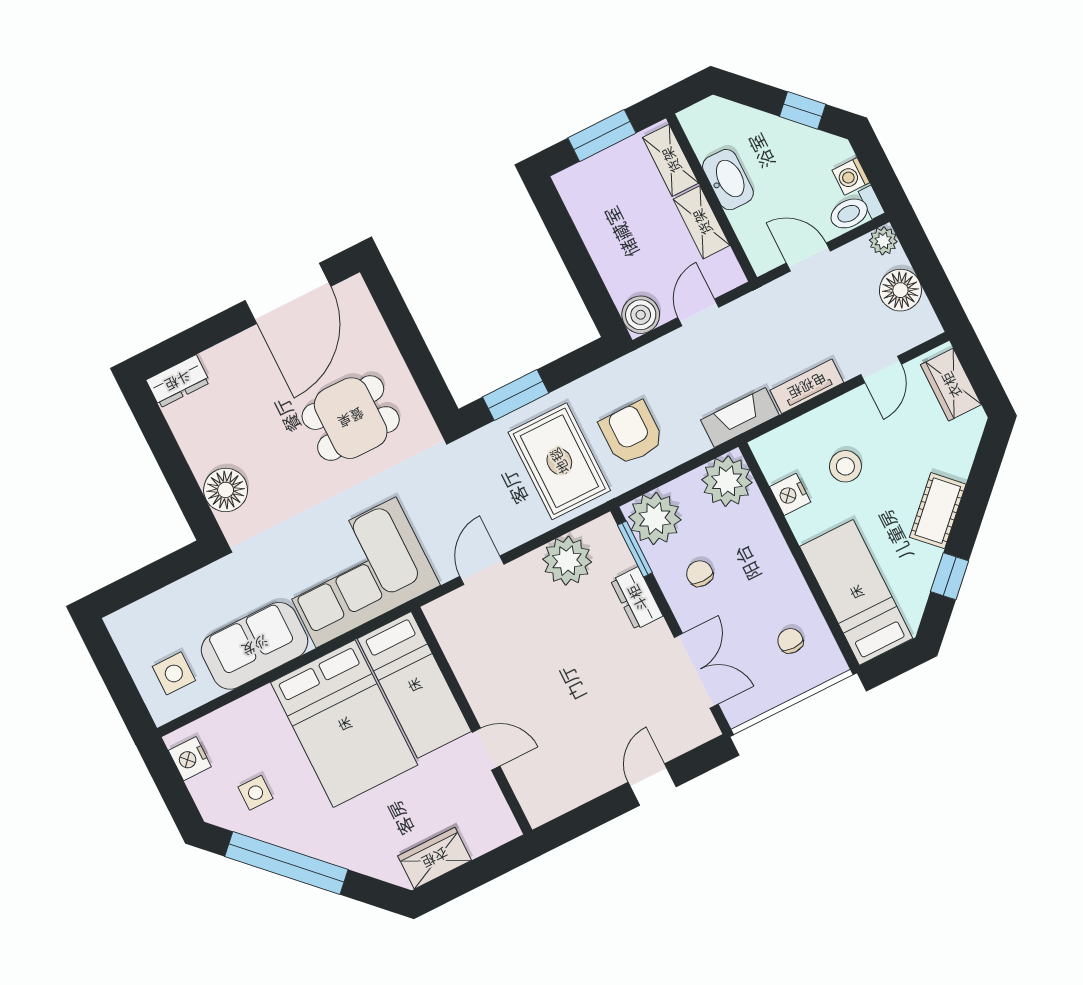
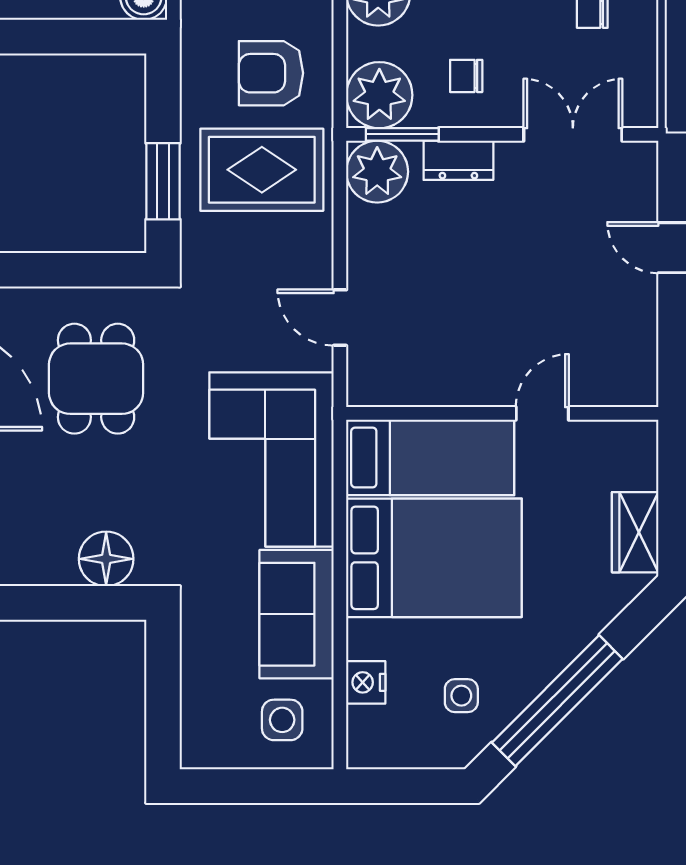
plant: (567, 561) -> (377, 172), moved
nightstand: (190, 759) -> (366, 682), moved, turned 90

